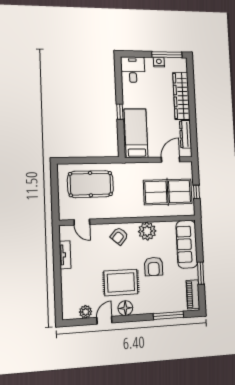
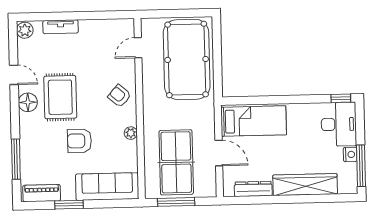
desk: (133, 70) -> (339, 124), width x1.37
window: (120, 112) -> (341, 98), moved
door: (171, 160) -> (219, 153), moved
pool table: (90, 184) -> (187, 59), width x1.36, depth x1.32
window: (196, 192) -> (176, 202), width x2.17
plant: (147, 231) -> (131, 133), width x0.53, depth x0.53
tv unit: (65, 255) -> (61, 27), moved
plant: (86, 312) -> (25, 30), moved

